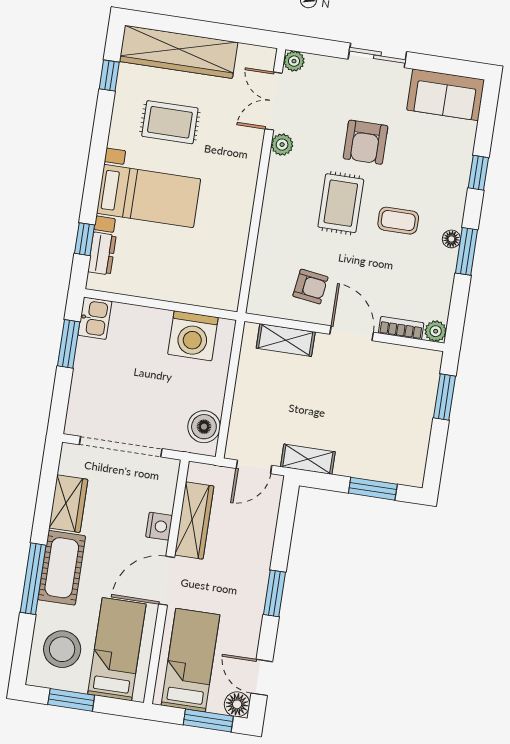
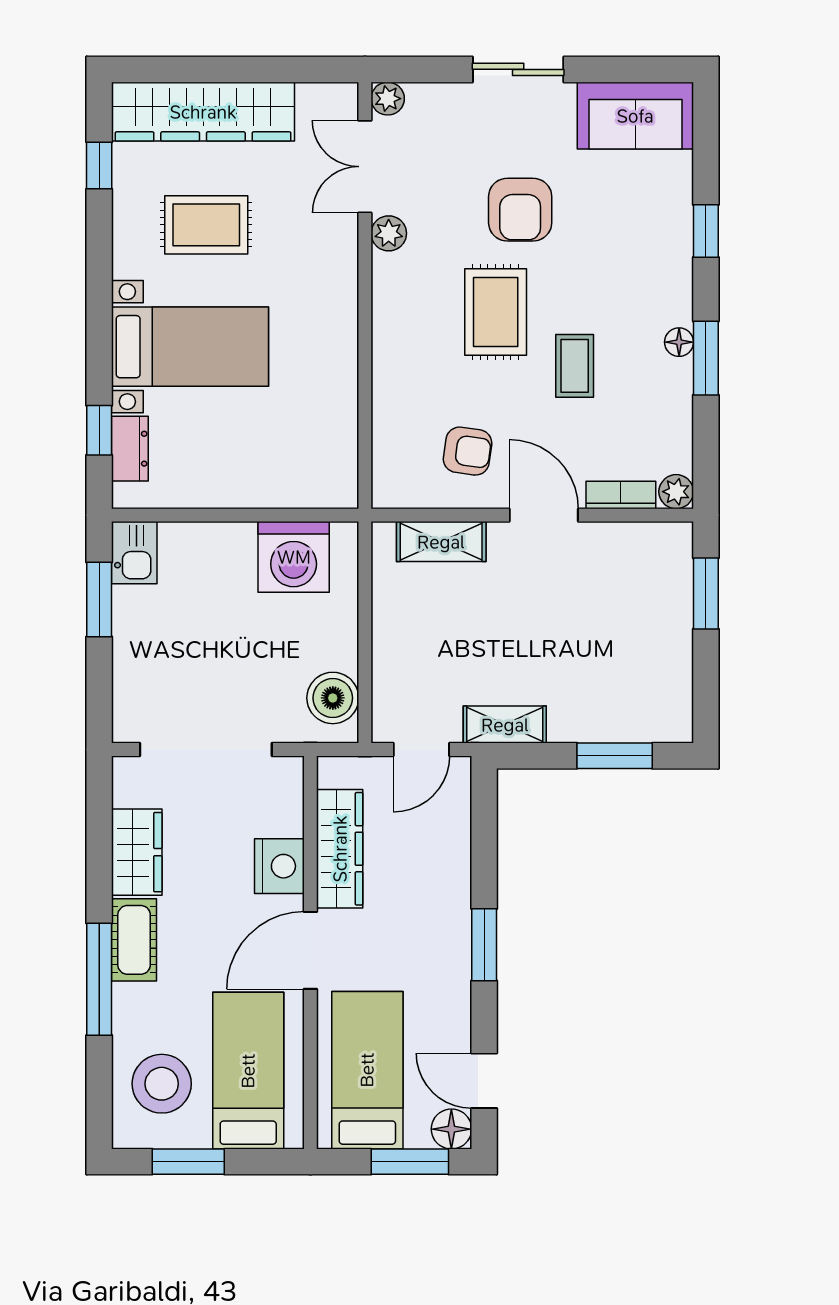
coffee table: (398, 221) -> (575, 366), moved, turned 90
nightstand: (159, 526) -> (279, 866), width x1.36, depth x1.33
cot: (62, 568) -> (134, 940), width x0.73, depth x0.75

